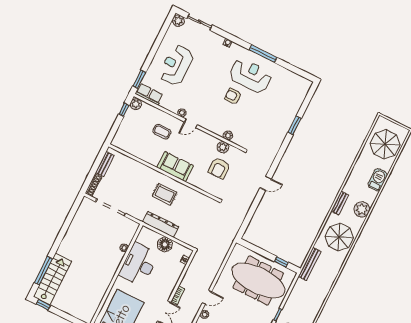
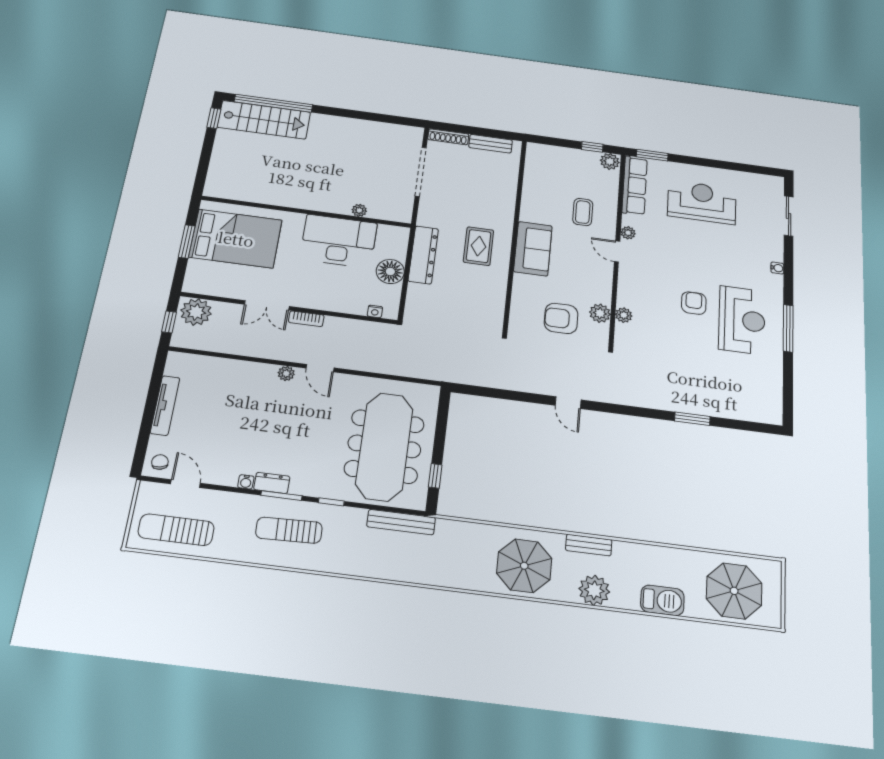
plant: (178, 21) -> (774, 185), removed
row of seats: (149, 94) -> (635, 185), width x1.48
bench: (310, 264) -> (401, 522), moved
window: (43, 271) -> (273, 103), width x1.46

